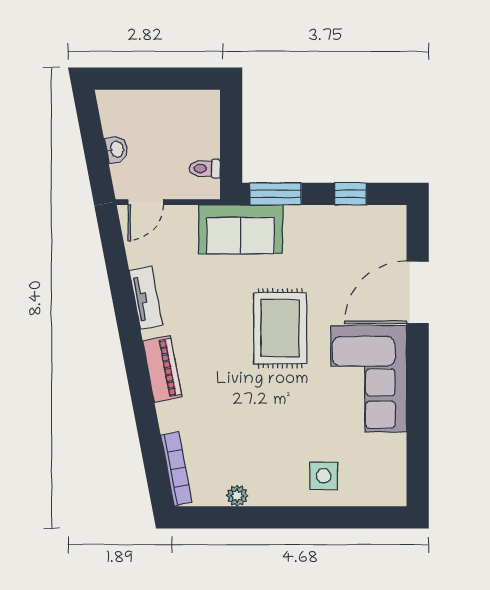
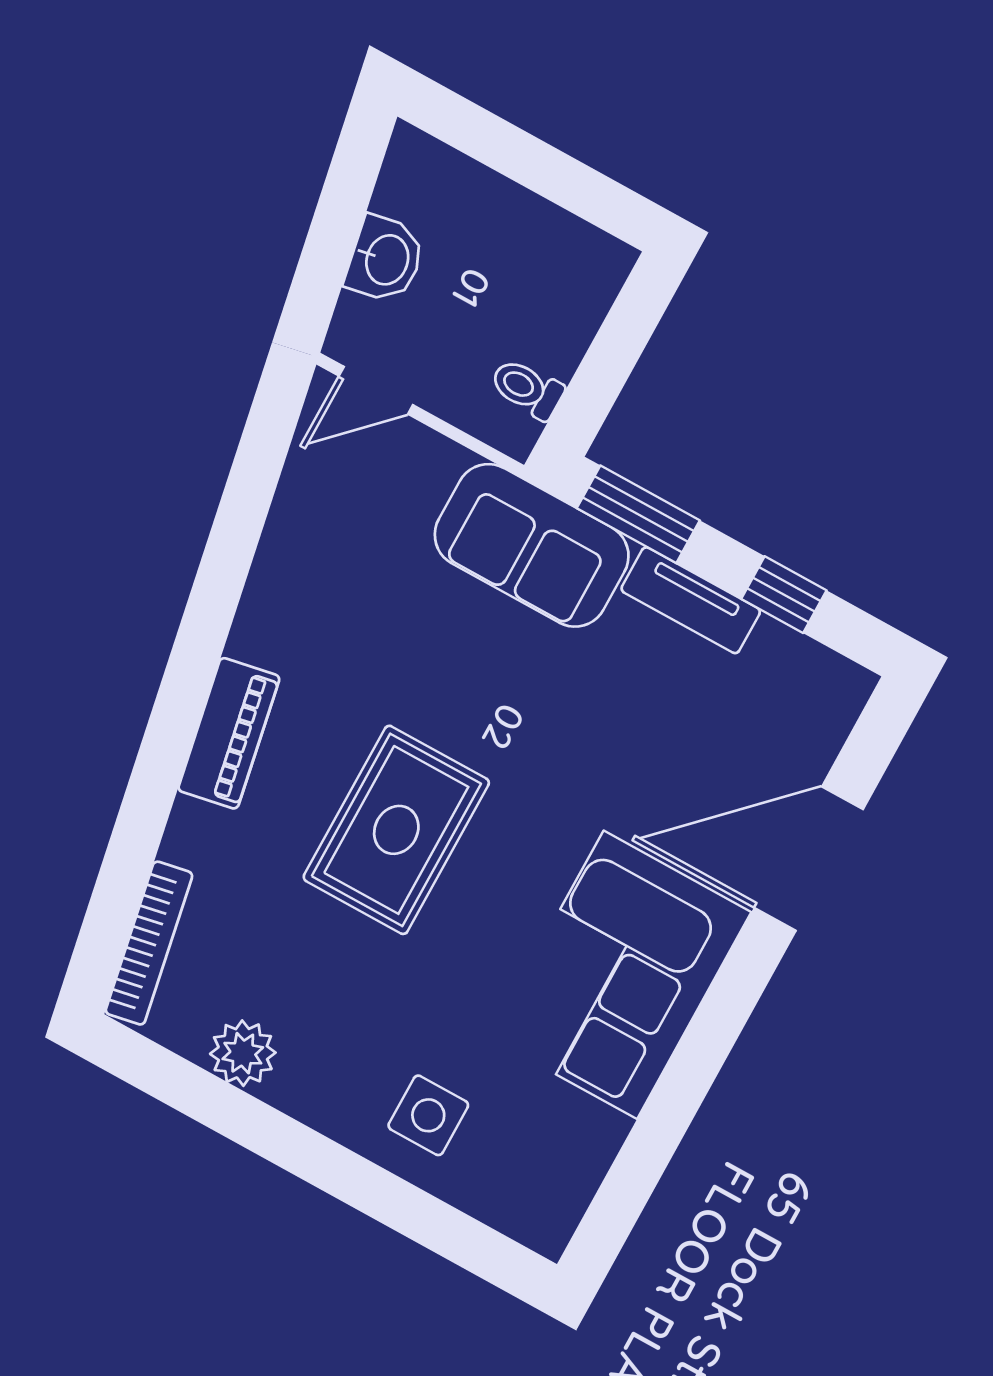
washbasin: (116, 149) -> (385, 259), width x1.38, depth x1.45
tv unit: (146, 298) -> (691, 600), moved, turned 101
rug: (280, 328) -> (396, 830), moved
plant: (237, 496) -> (243, 1053), width x1.38, depth x1.38

